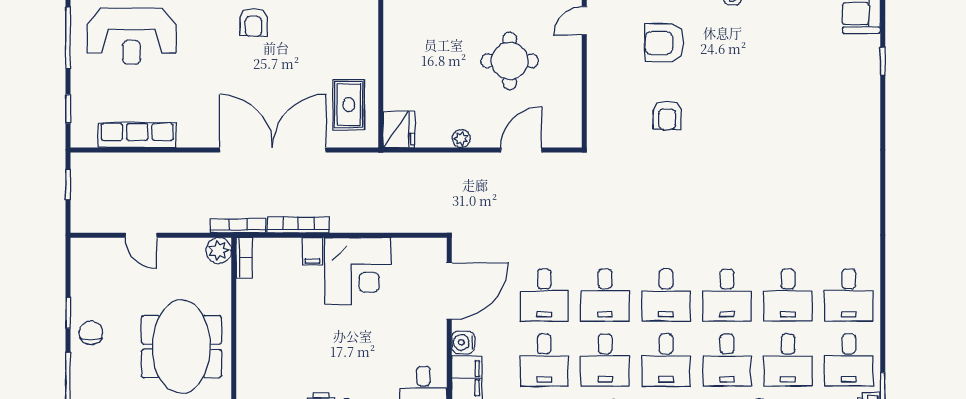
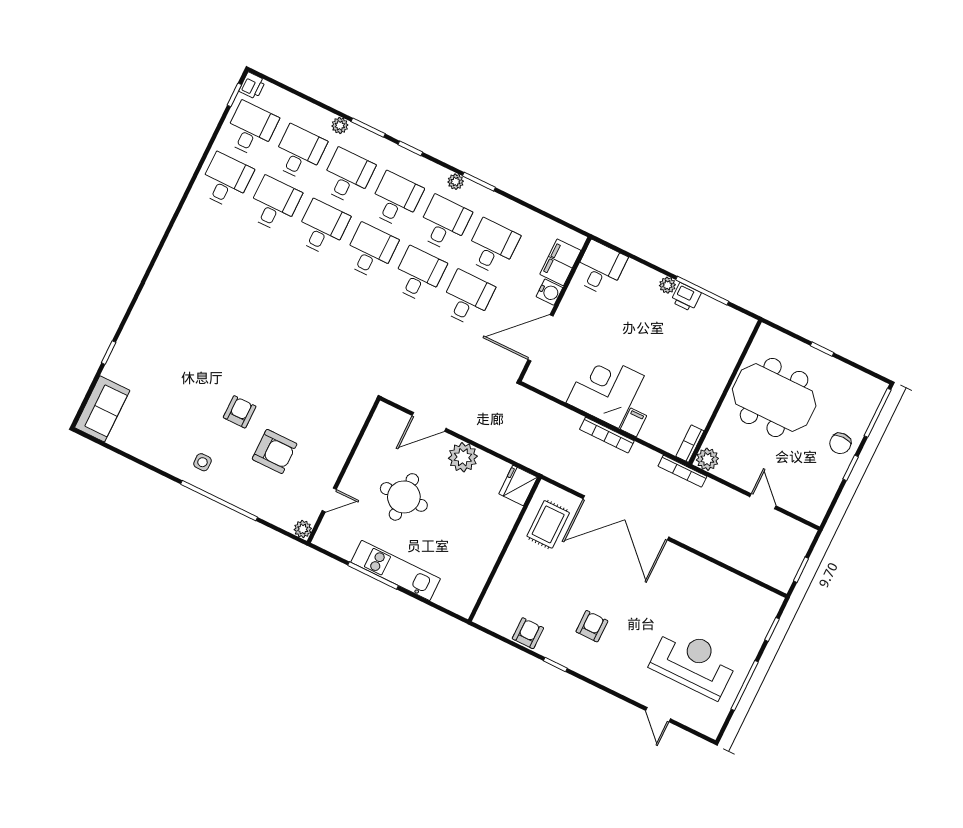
armchair: (667, 115) -> (240, 412), moved
row of seats: (137, 135) -> (727, 582), removed
plant: (461, 139) -> (463, 457), width x1.88, depth x1.88
bookcase: (298, 225) -> (607, 435), moved
meeting table: (181, 347) -> (774, 397), turned 90

